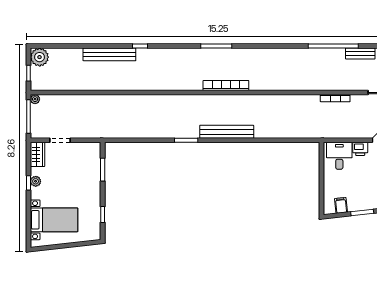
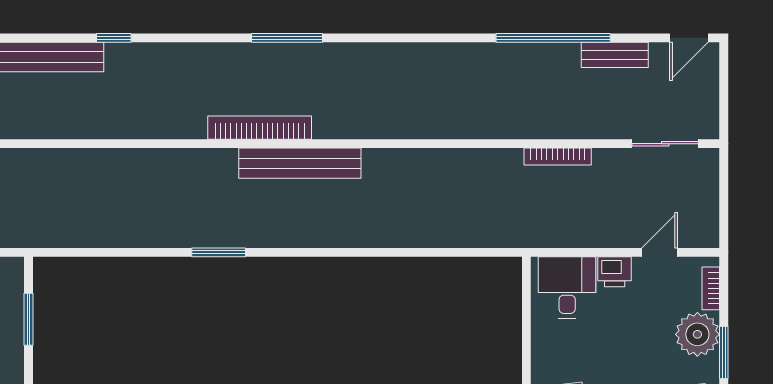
bookcase: (226, 86) -> (260, 128), moved
bench: (227, 132) -> (300, 163), moved

